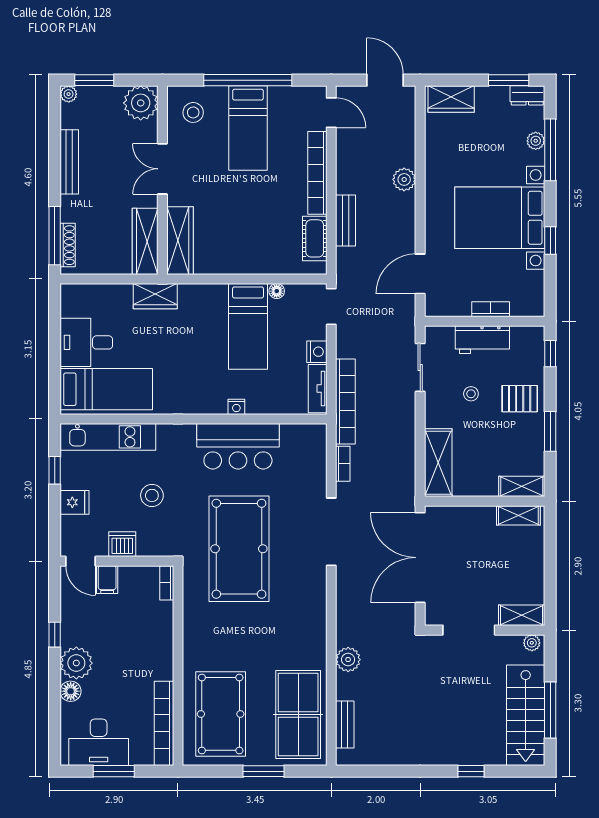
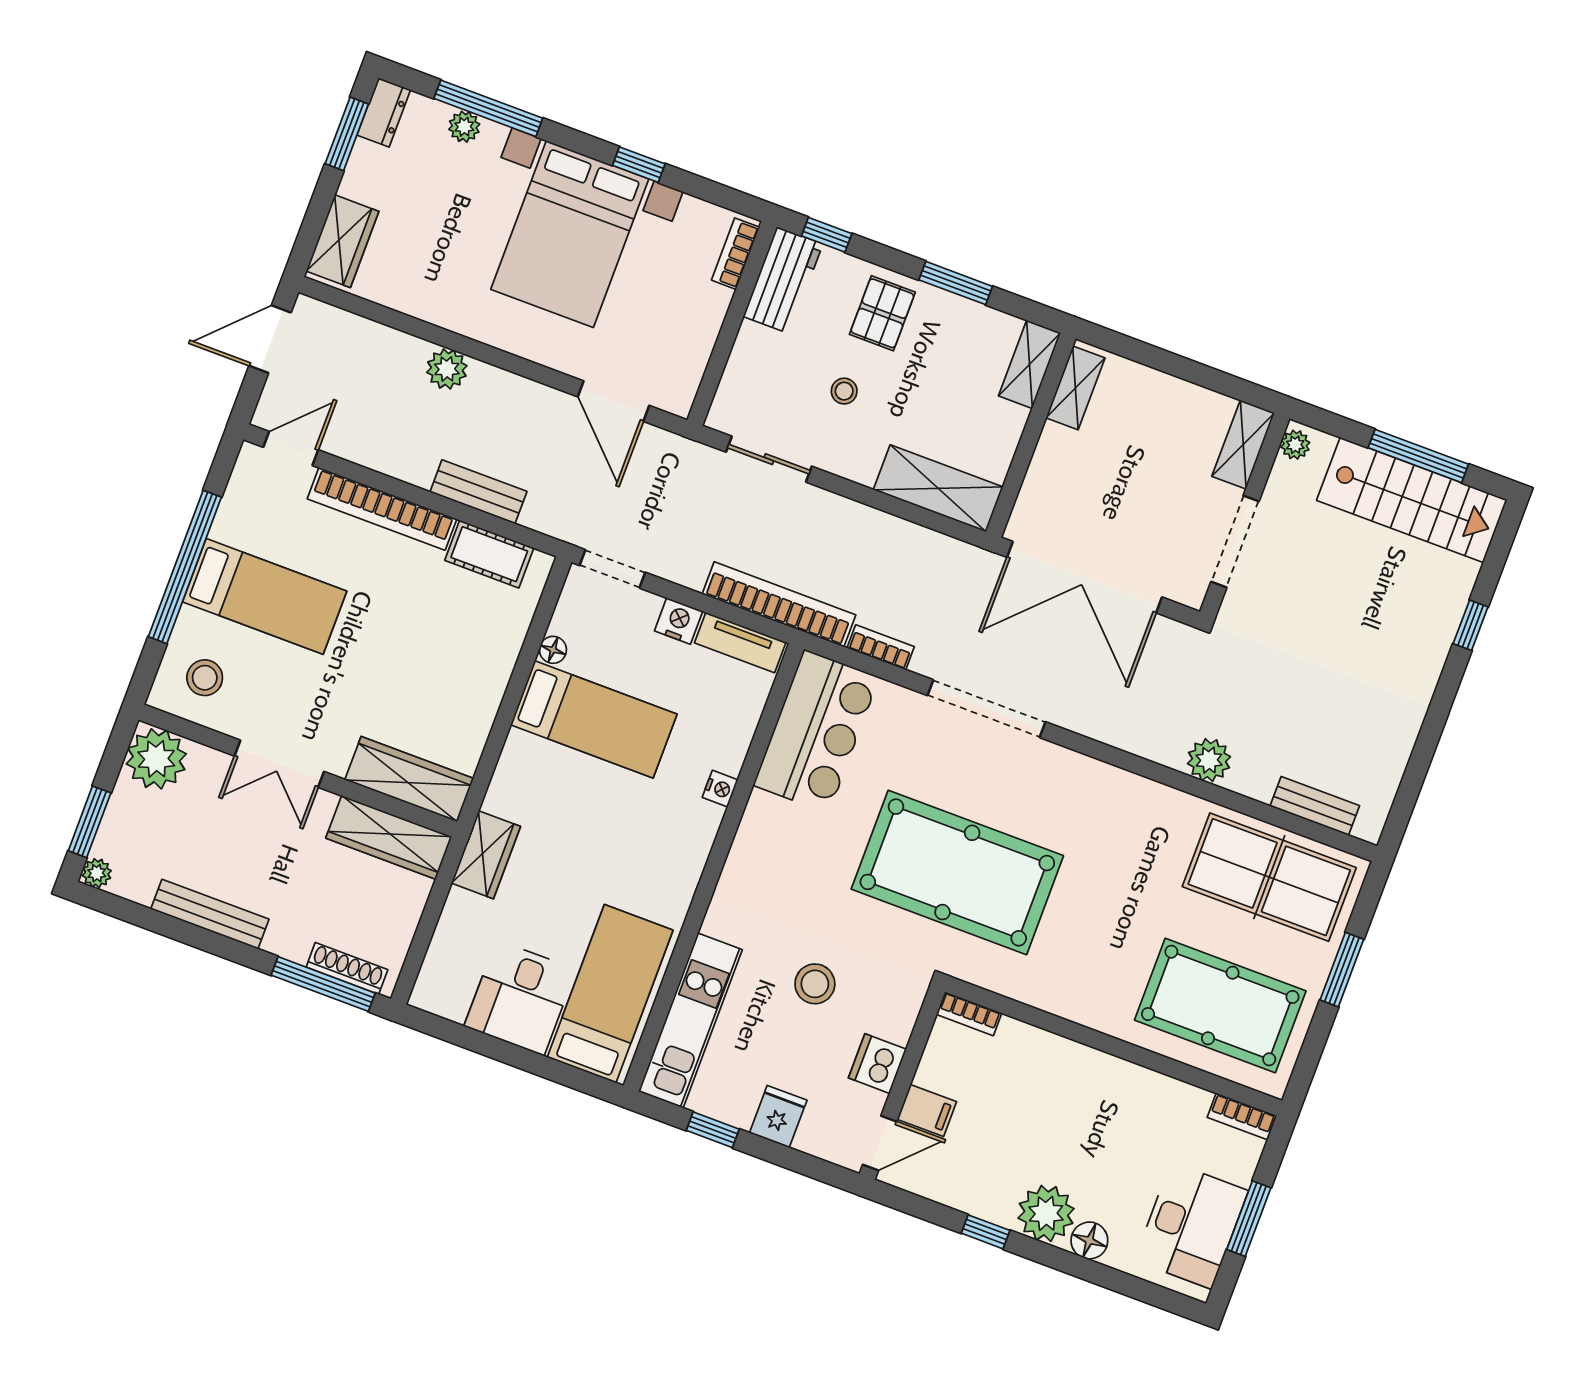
bookcase: (491, 309) -> (736, 254), moved
workbench: (482, 340) -> (783, 280), moved
bar counter: (238, 446) -> (816, 731), moved
bookcase: (164, 723) -> (1242, 1116), width x0.43, depth x0.76

